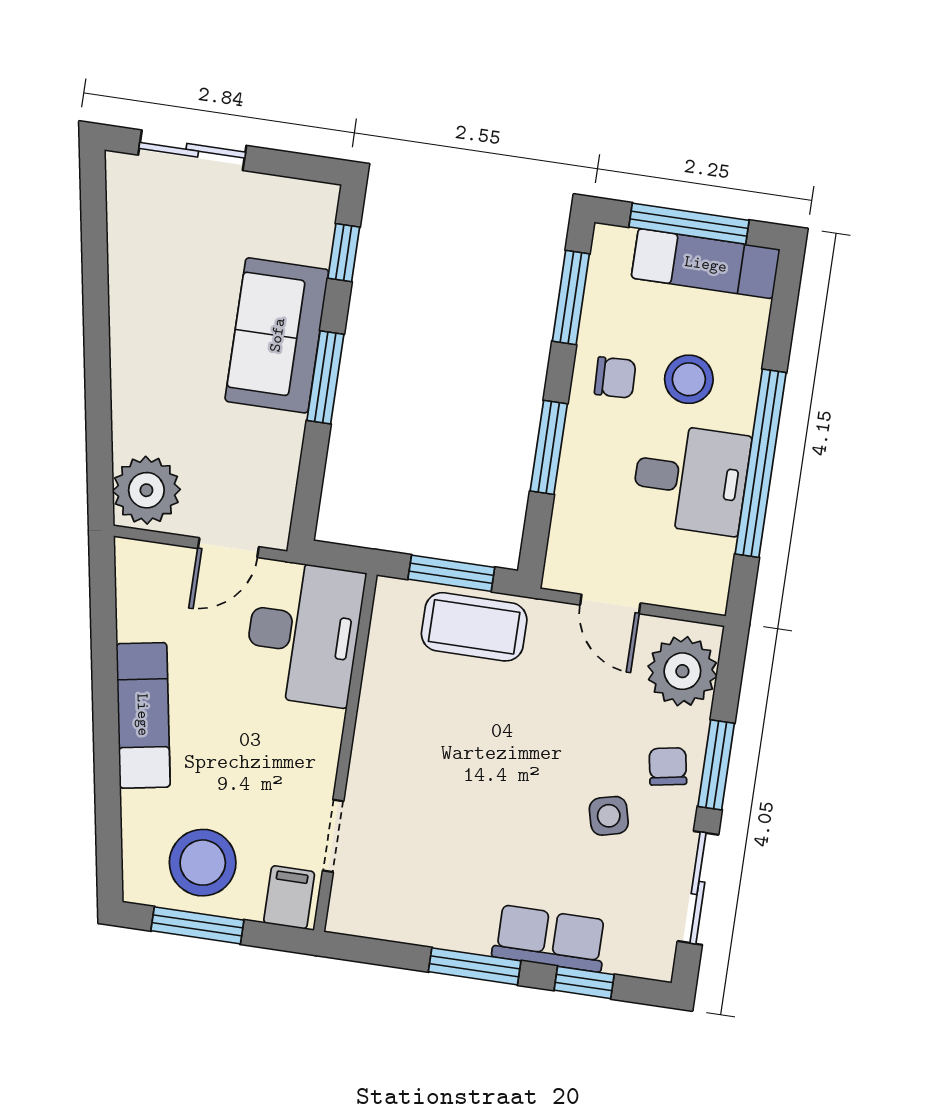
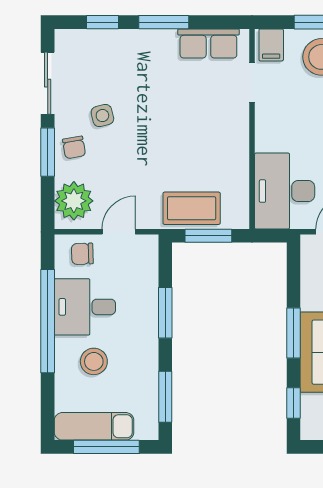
chair: (615, 378) -> (82, 254), moved
door: (610, 604) -> (119, 232), hinge flipped
row of seats: (550, 938) -> (208, 43), moved

